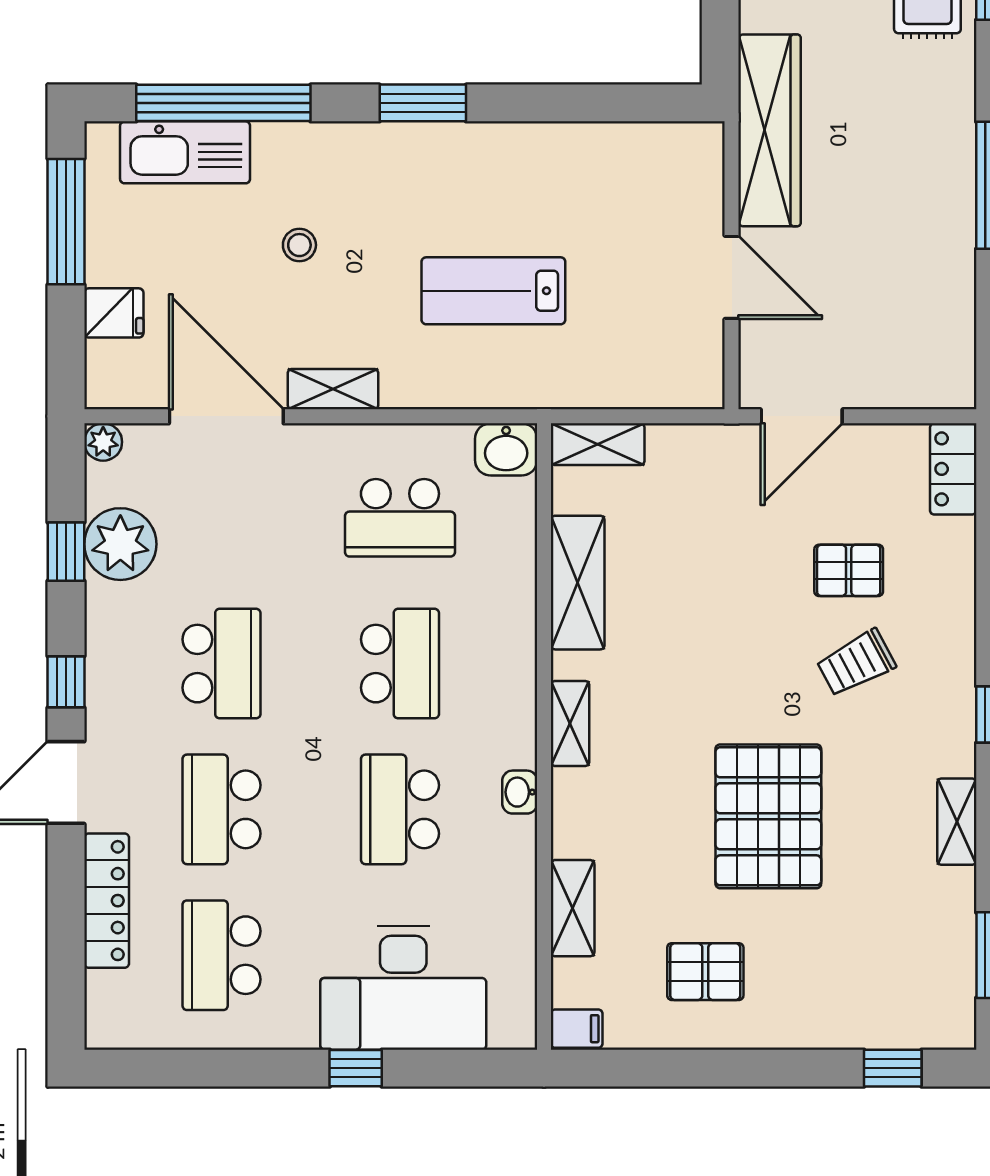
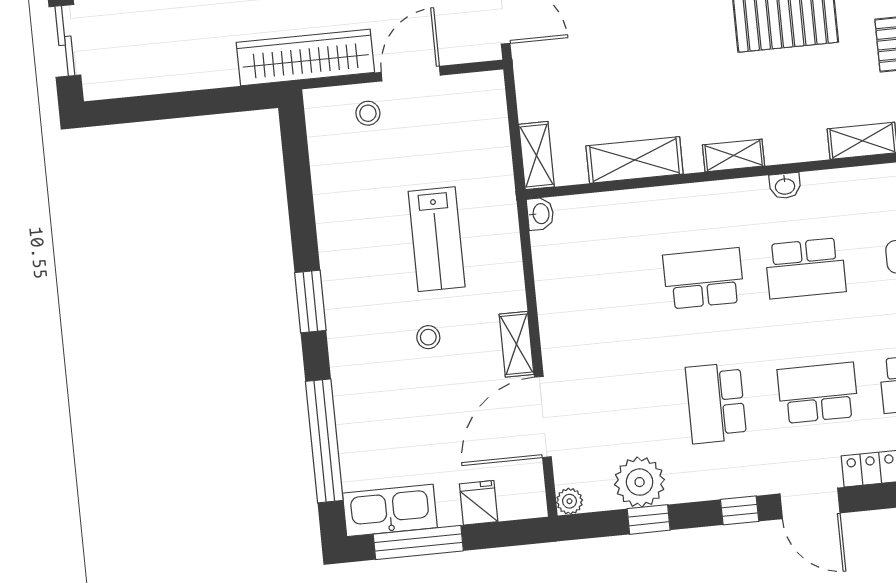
kitchen sink: (185, 152) -> (390, 510), moved, turned -90
stool: (682, 211) -> (368, 113), added
stool: (299, 245) -> (428, 337), moved
washbasin: (506, 449) -> (540, 214), width x0.72, depth x0.69
school desk: (400, 518) -> (602, 289), removed
school desk: (221, 664) -> (716, 403), turned -90
school desk: (221, 809) -> (818, 393), turned 180

